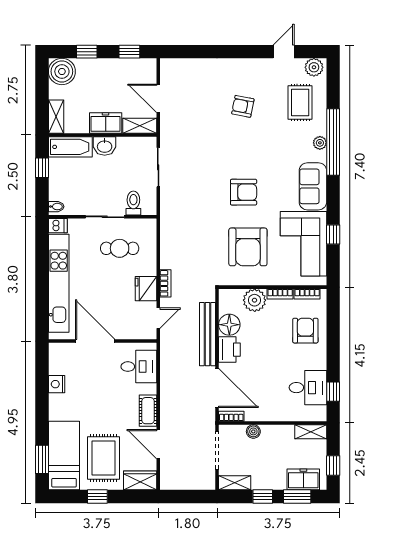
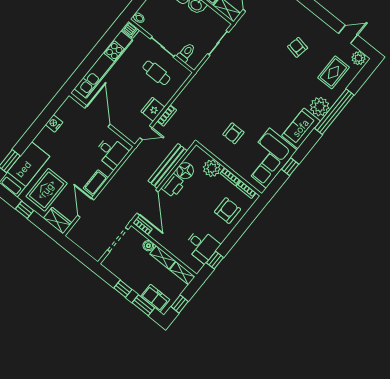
plant: (320, 143) -> (320, 107), width x1.87, depth x1.87
armchair: (244, 192) -> (257, 99), removed
armchair: (248, 247) -> (233, 133), width x0.53, depth x0.53
shelving: (235, 483) -> (163, 257), moved

